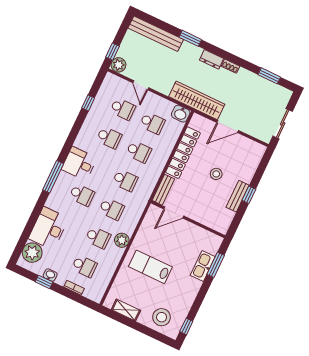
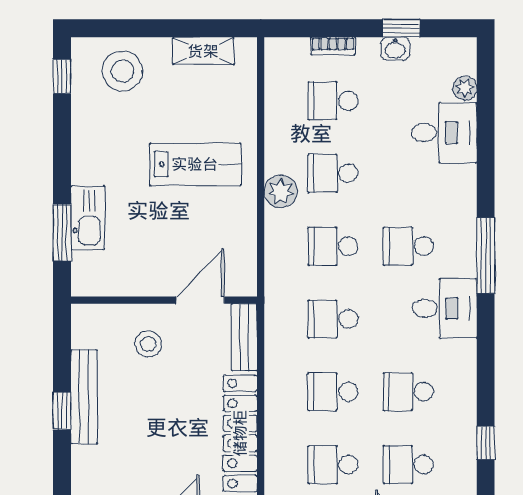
stool: (216, 174) -> (148, 344), moved
bench: (238, 196) -> (84, 397), width x1.36
desk: (49, 228) -> (444, 133), width x0.73
plant: (32, 253) -> (465, 88), width x0.53, depth x0.53

